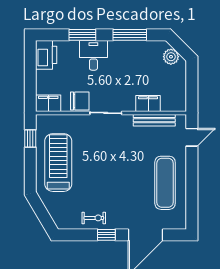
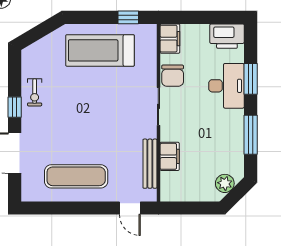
desk: (93, 55) -> (226, 86), width x1.37
treadmill: (58, 163) -> (100, 50), turned 180

